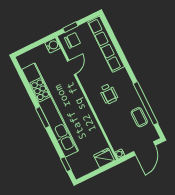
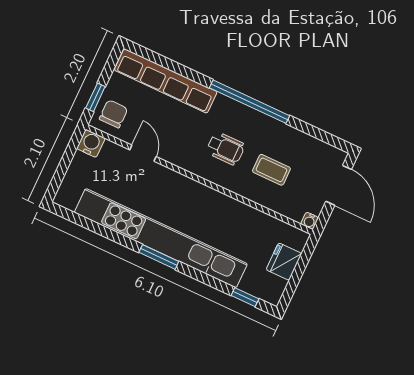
window: (145, 103) -> (249, 102), moved
coffee table: (139, 117) -> (271, 170), moved
fridge: (104, 158) -> (284, 262), moved

